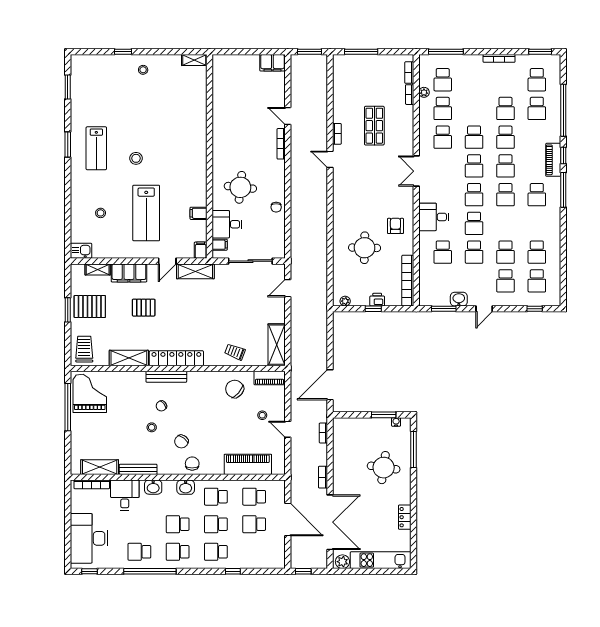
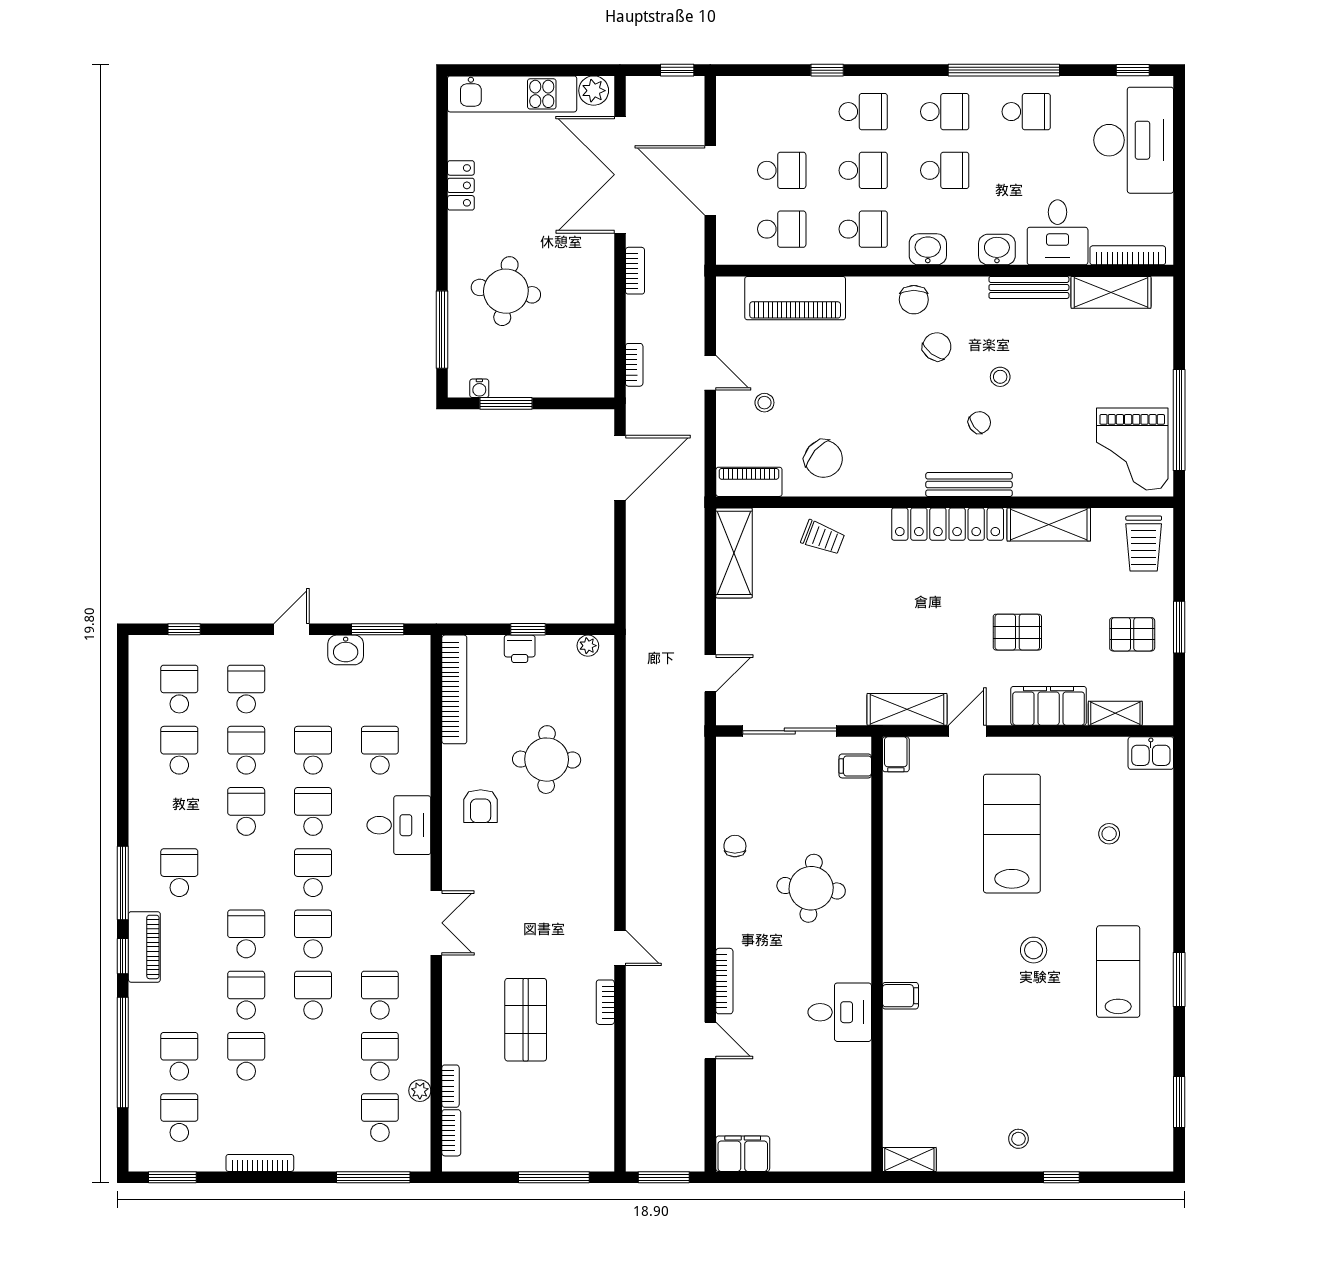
school desk: (505, 195) -> (246, 811), moved
filing cabinet: (198, 213) -> (900, 996), moved
desk: (227, 224) -> (840, 1012), moved
pallet: (90, 307) -> (1132, 634), width x0.67, depth x0.71

